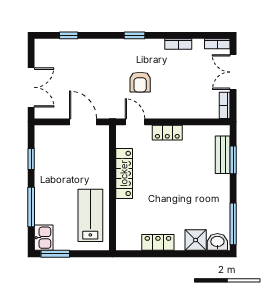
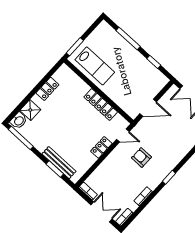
bench: (223, 155) -> (59, 163), width x1.36
kitchen sink: (44, 238) -> (106, 30), removed
window: (55, 254) -> (75, 47), moved

